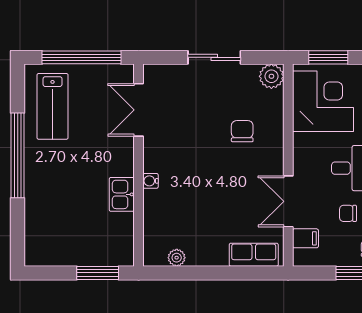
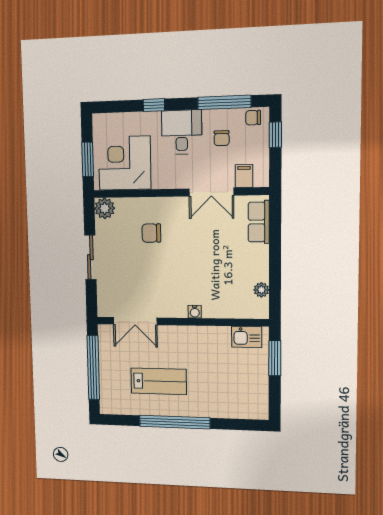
lab bench: (53, 106) -> (159, 381), moved
kitchen sink: (122, 194) -> (247, 337), moved

